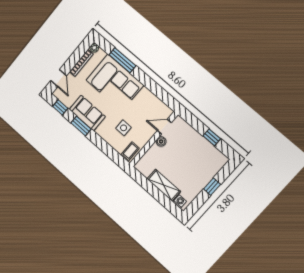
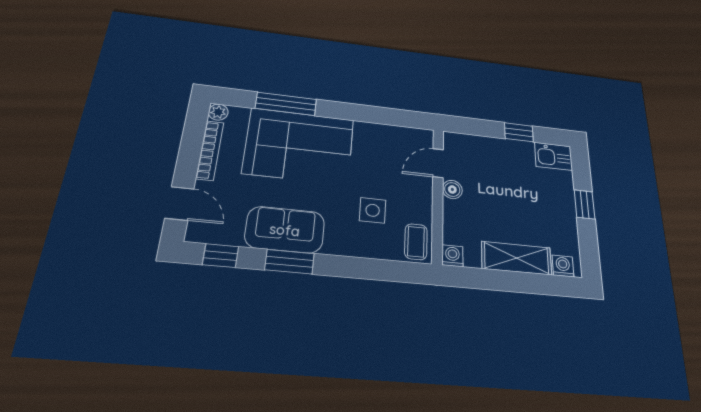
kitchen sink: (218, 158) -> (554, 156), added
washing machine: (140, 166) -> (452, 256), added

